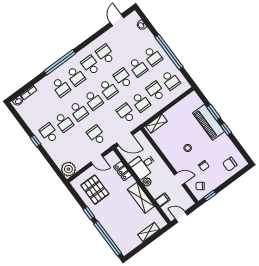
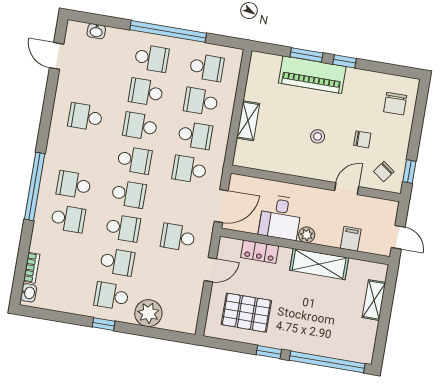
school desk: (91, 65) -> (80, 151), removed
school desk: (138, 67) -> (146, 92), turned 180
school desk: (76, 76) -> (74, 185), turned 180
shelving: (156, 124) -> (248, 121), moved
plant: (68, 169) -> (148, 313), moved
door: (181, 217) -> (398, 237), swing flipped

